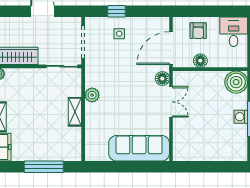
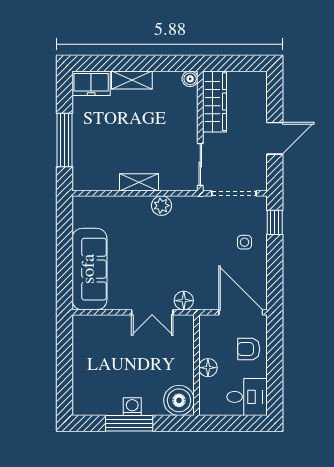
window: (116, 11) -> (275, 222), moved
door: (171, 48) -> (241, 312), moved
floor lamp: (200, 61) -> (208, 368), moved

